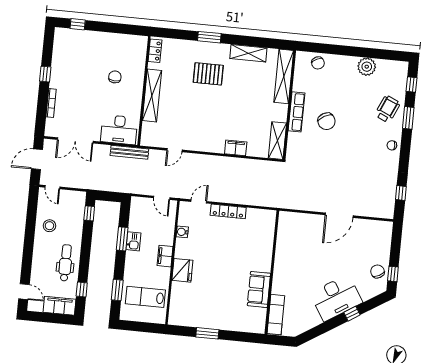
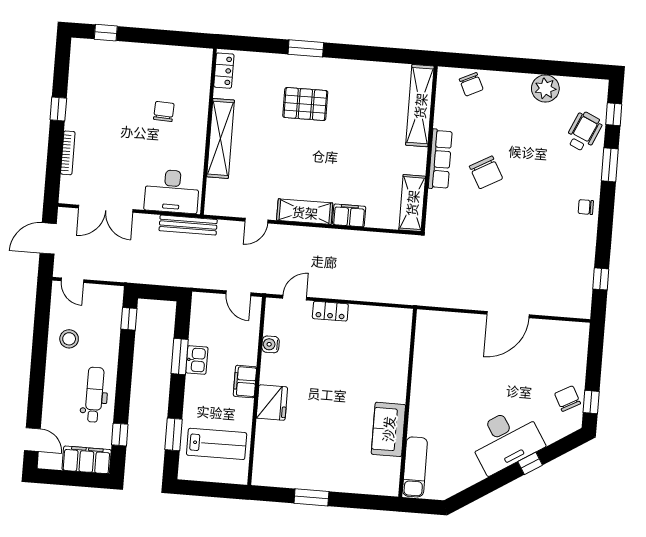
shelving: (248, 53) -> (305, 212), moved
wheelchair: (387, 109) -> (584, 132), moved
locker: (228, 211) -> (330, 311), width x0.66
lab bench: (145, 297) -> (217, 444), turned 180

